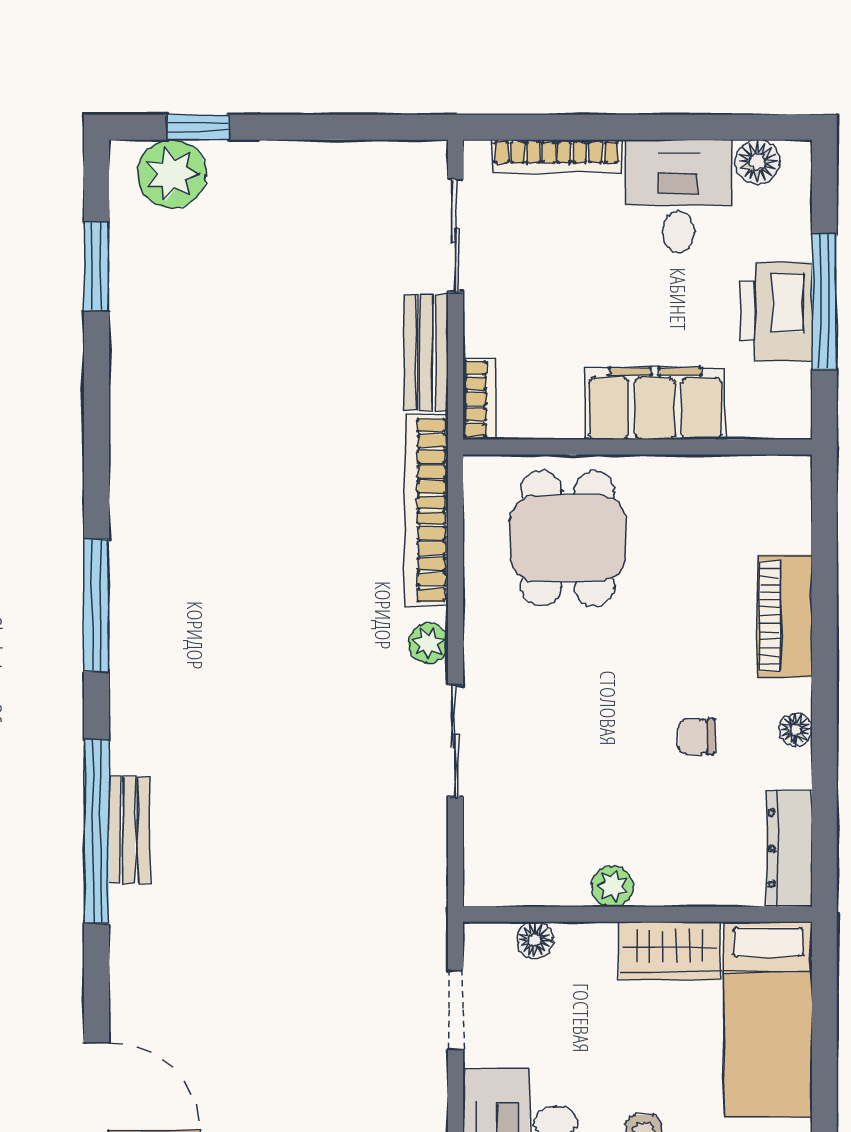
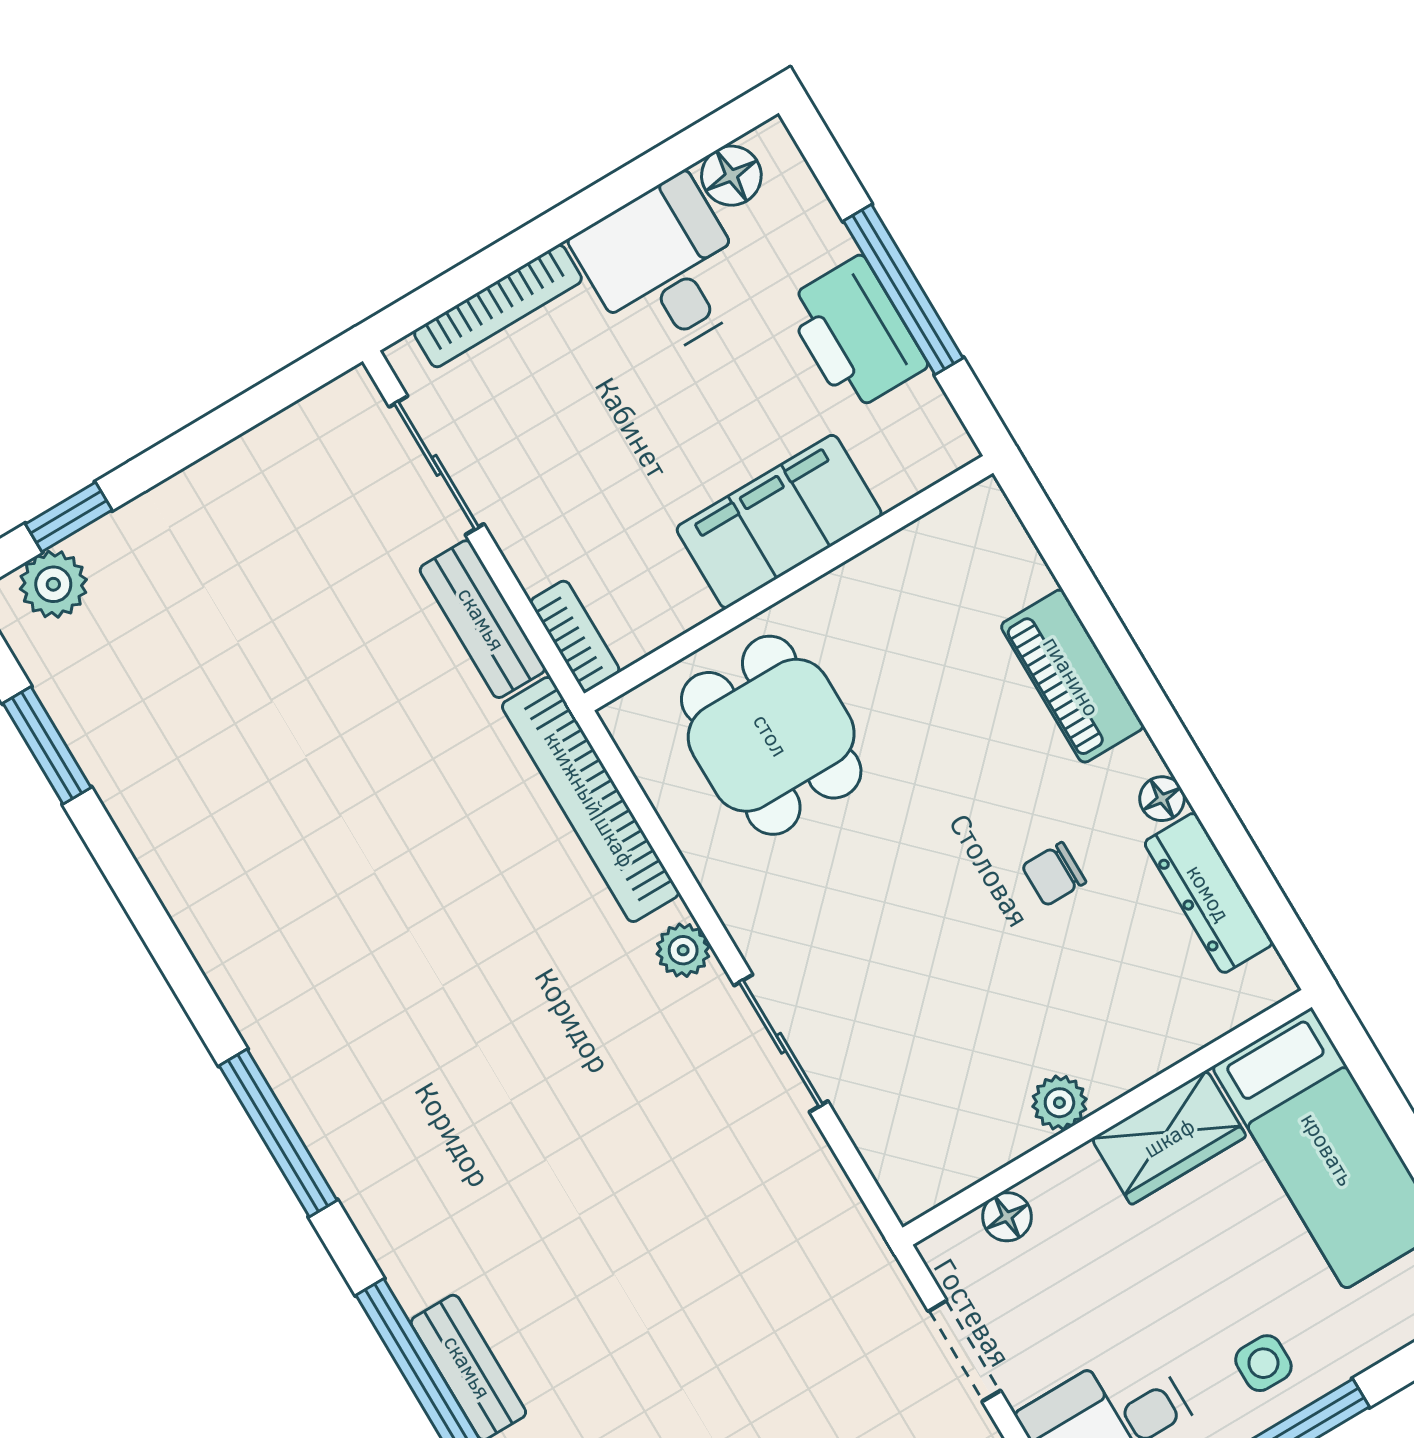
plant: (172, 174) -> (53, 584), width x0.73, depth x0.73
dresser: (789, 849) -> (1209, 893), moved

